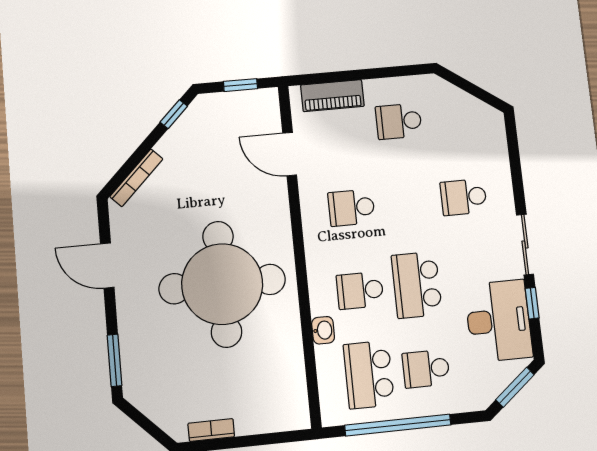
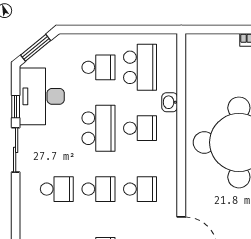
school desk: (408, 202) -> (98, 189), added
window: (398, 425) -> (123, 30), removed

